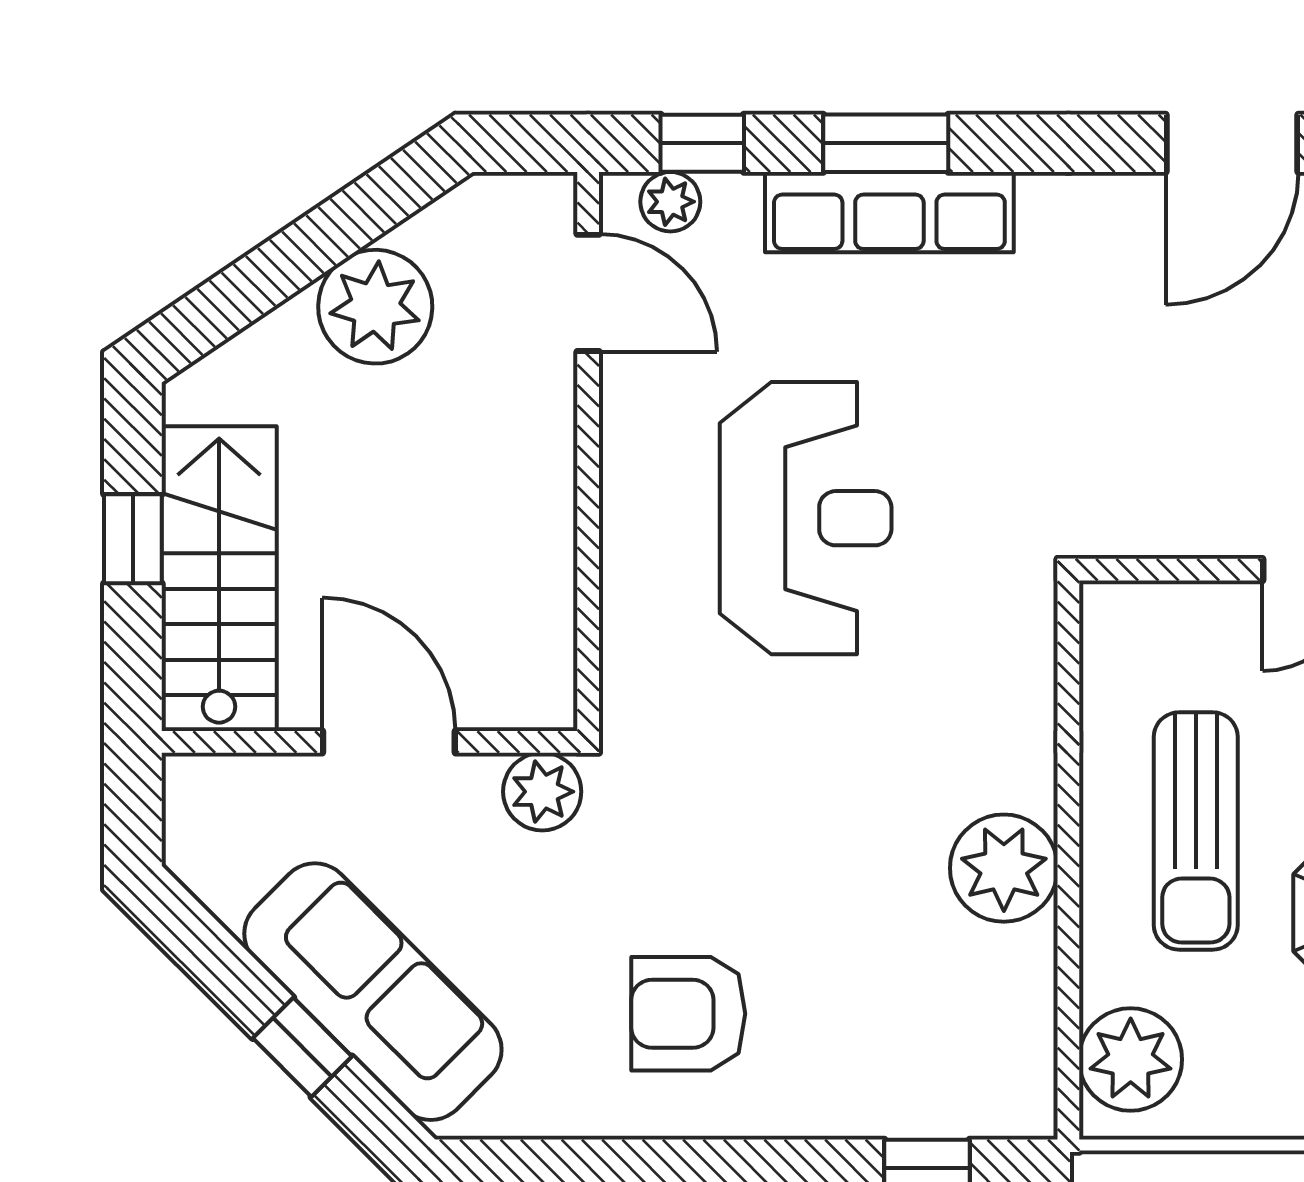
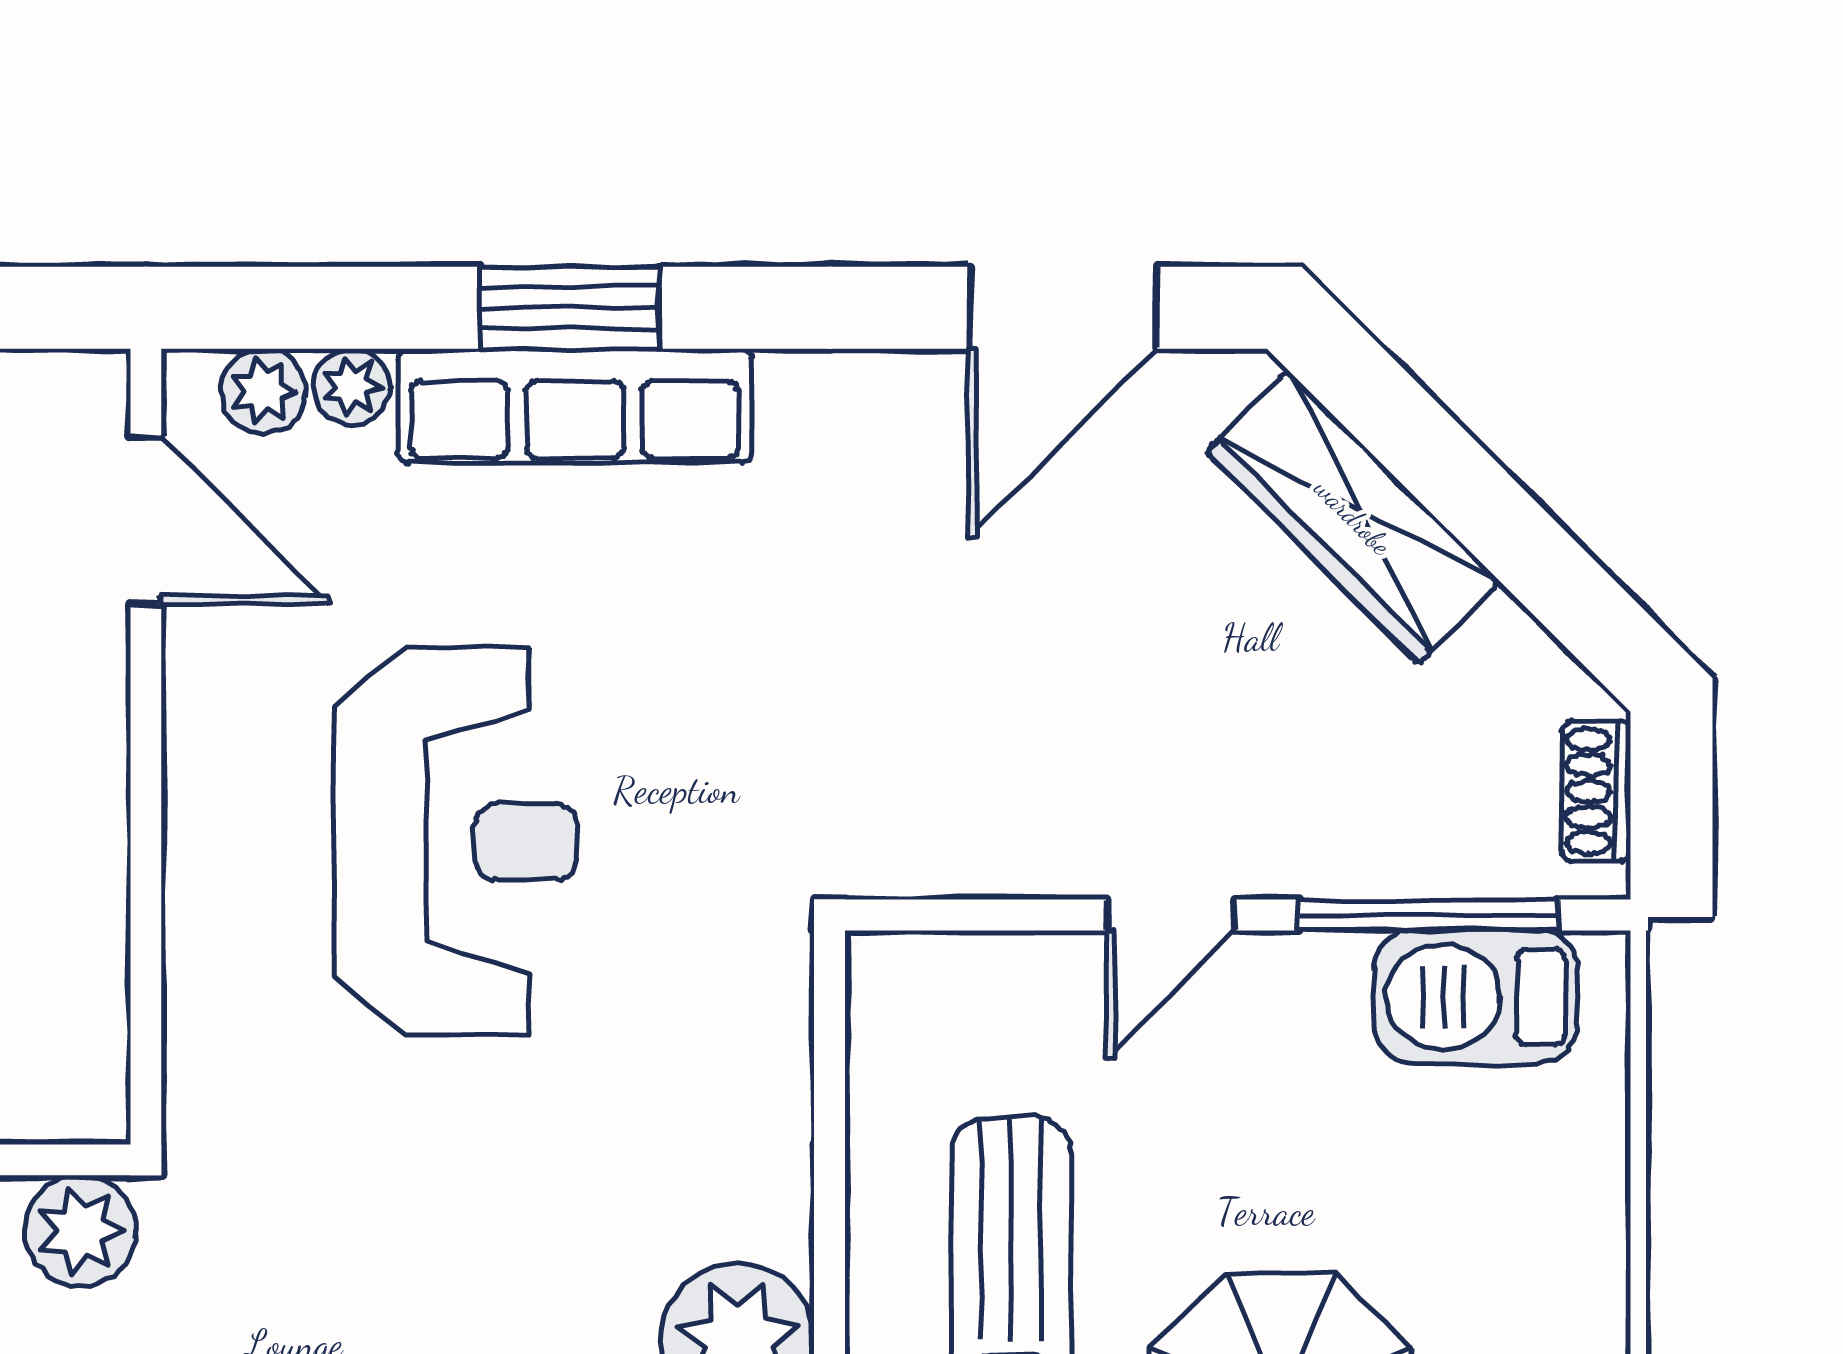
window: (702, 143) -> (308, 308), removed
plant: (733, 199) -> (352, 387), added

